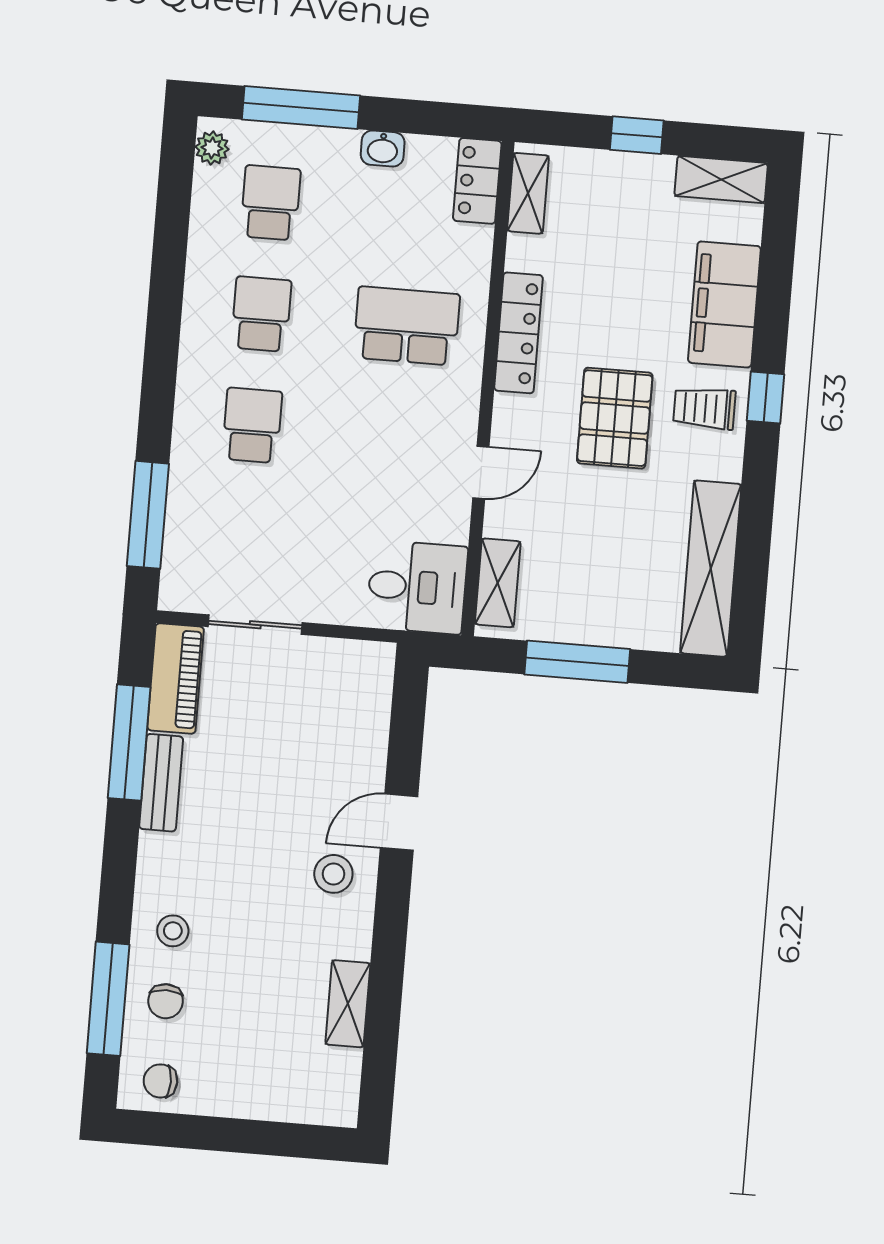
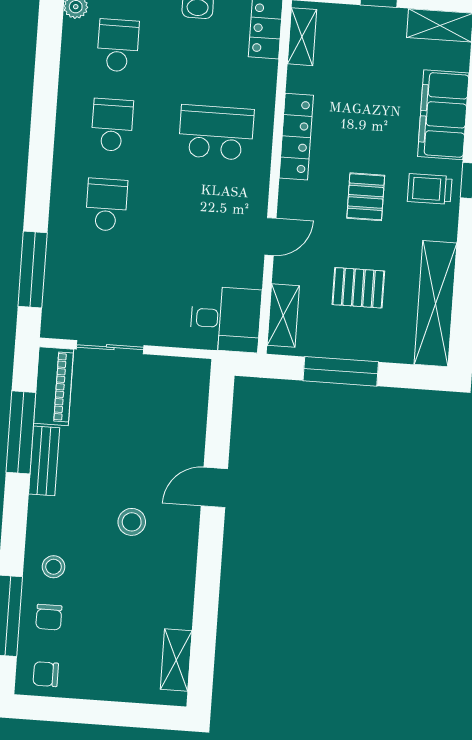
pallet: (615, 418) -> (366, 197), width x0.67, depth x0.71
pallet: (603, 545) -> (358, 288), added
stool: (333, 874) -> (132, 522), moved
shelving: (348, 1004) -> (176, 660), moved

